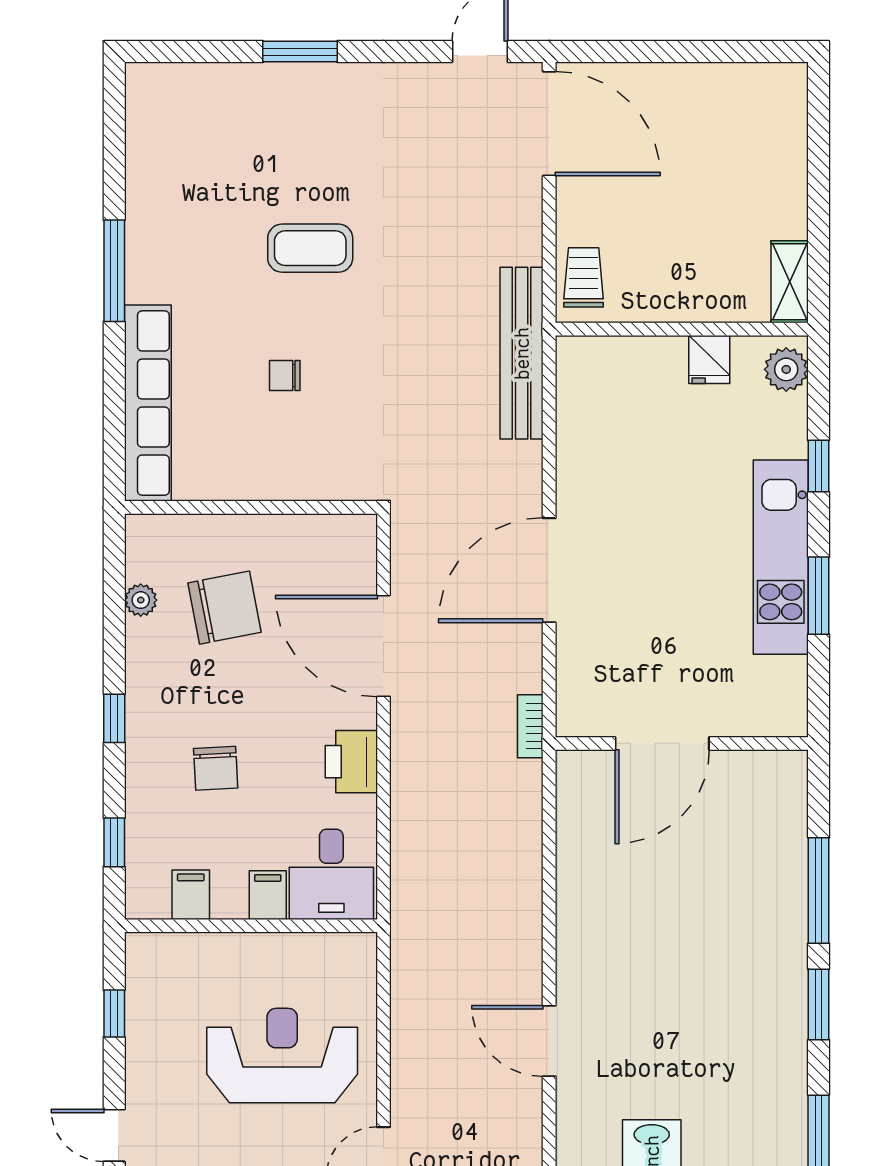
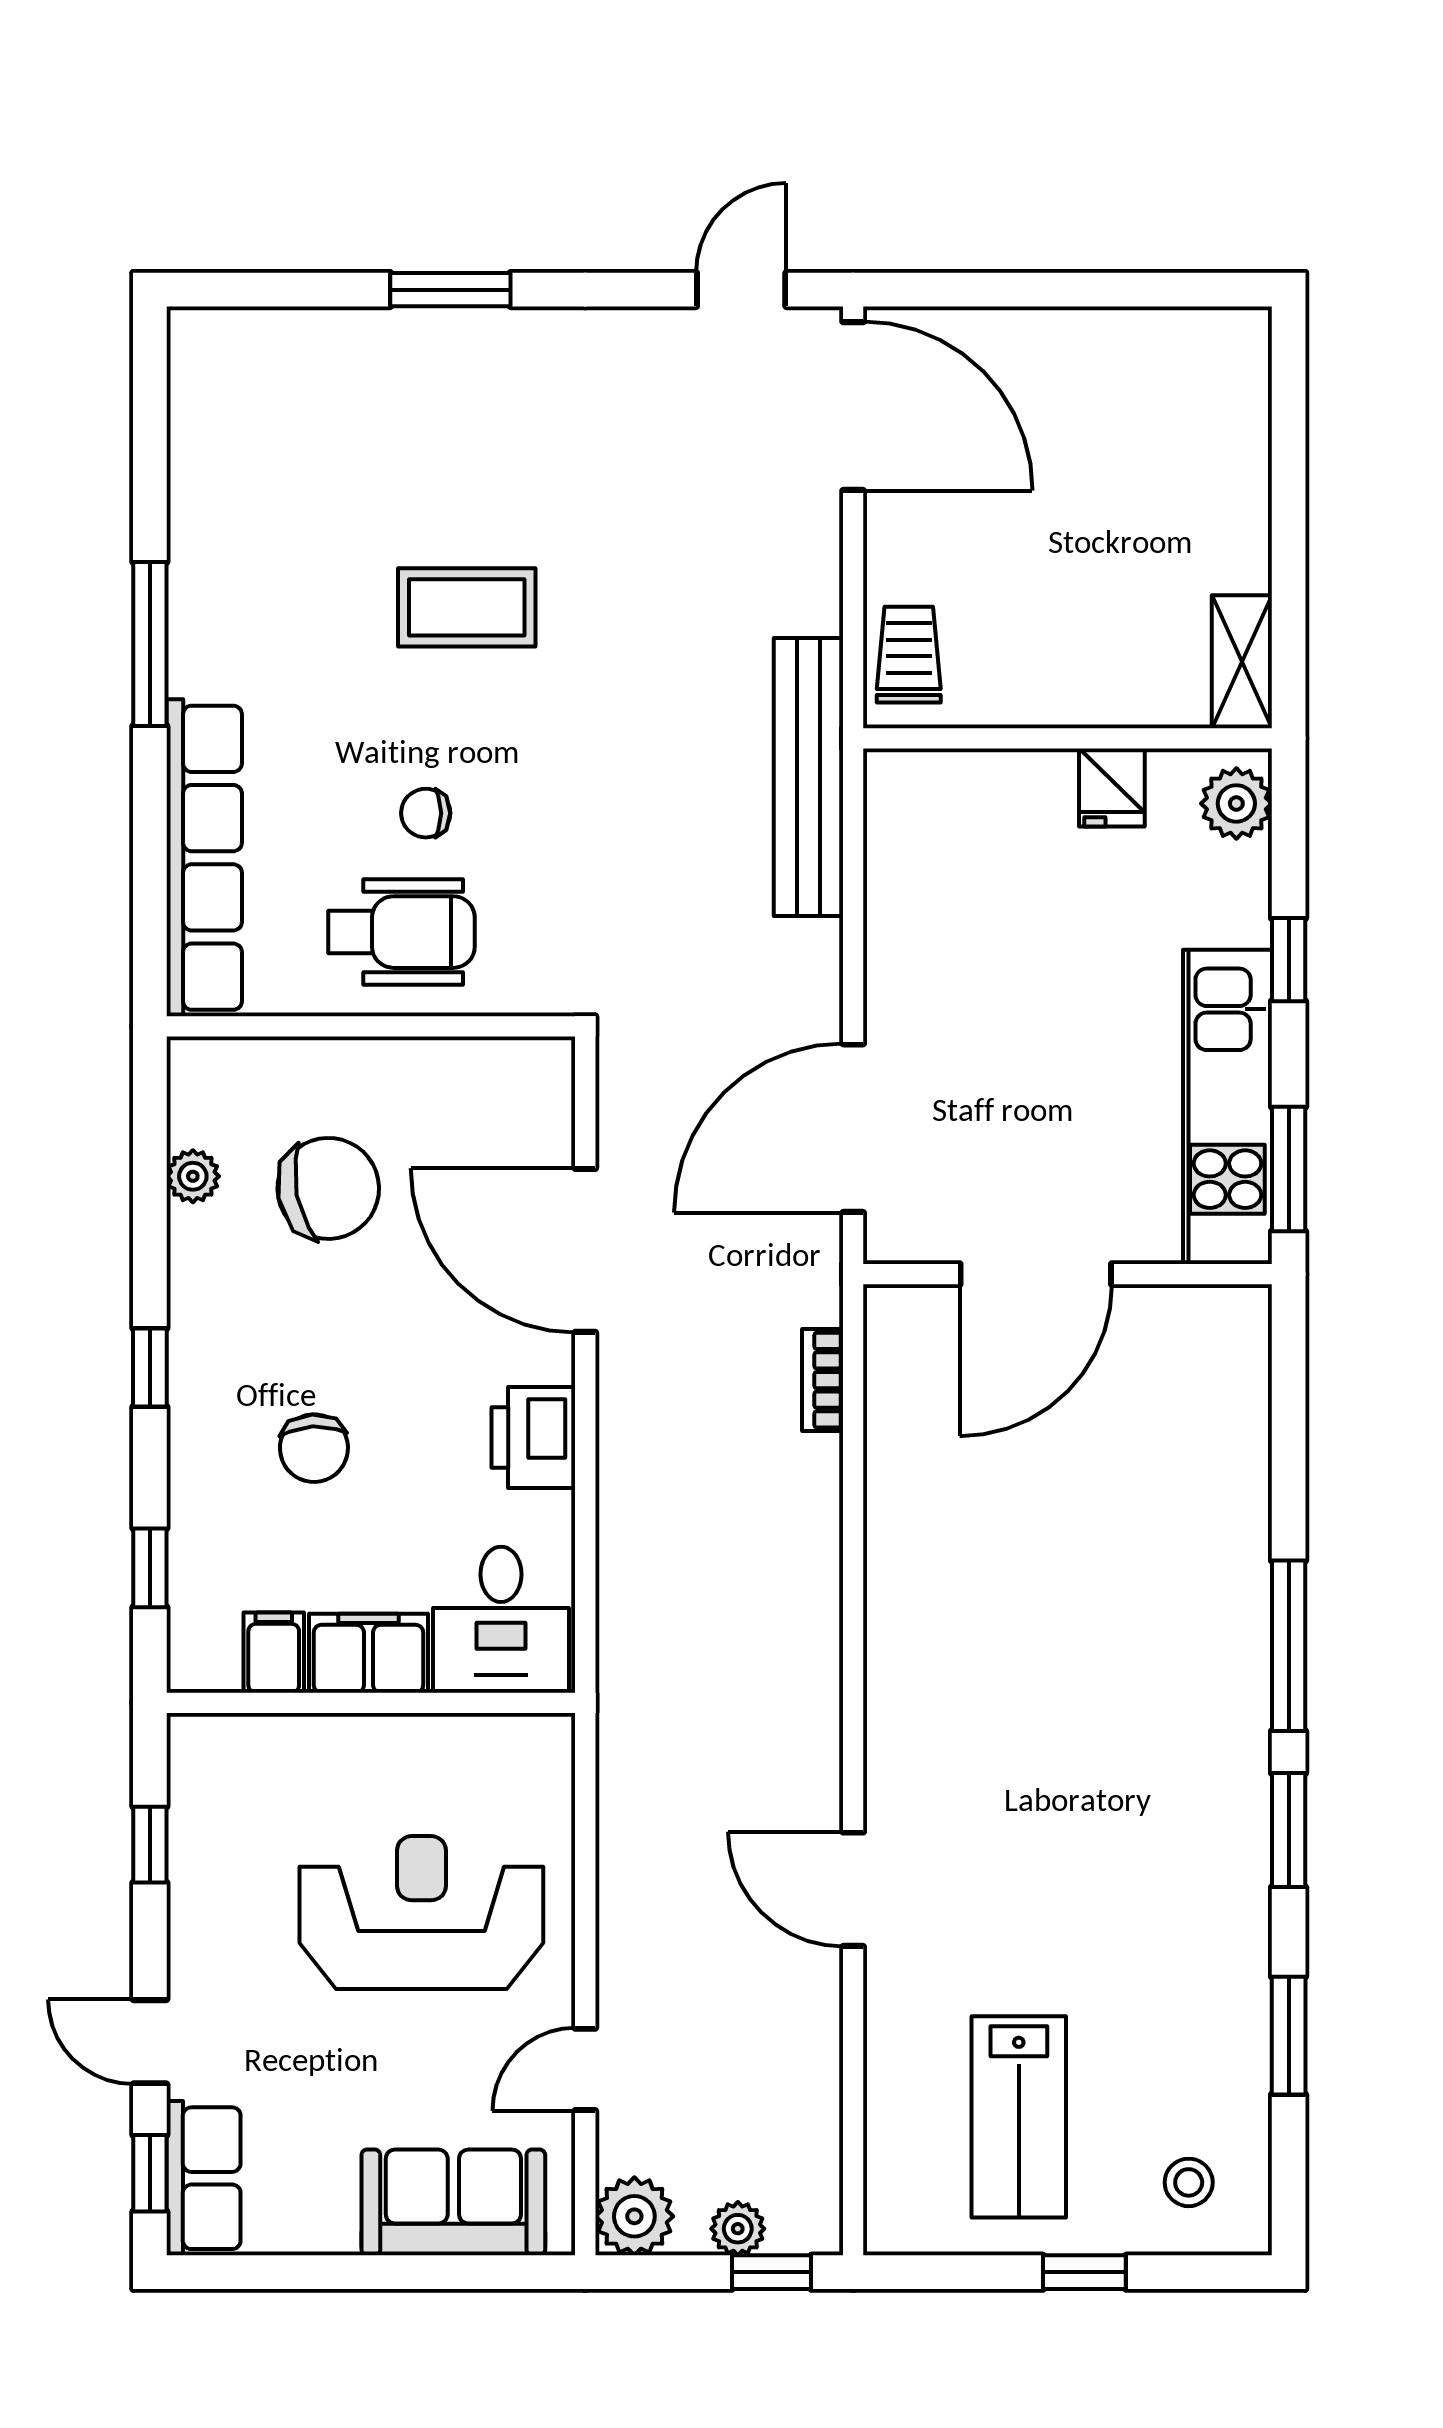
wheelchair: (270, 449) -> (401, 932), added
door: (662, 743) -> (1036, 1274), moved
wall: (682, 743) -> (1067, 1274), moved
filing cabinet: (268, 895) -> (368, 1653), width x2.00

